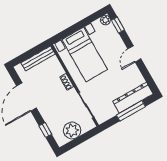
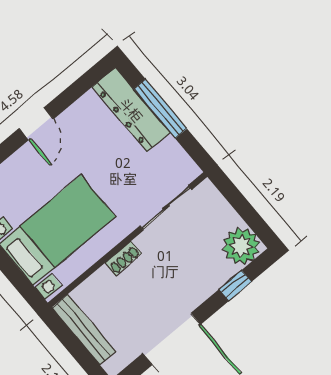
door: (134, 54) -> (36, 124), hinge flipped
plant: (72, 130) -> (241, 246), moved

